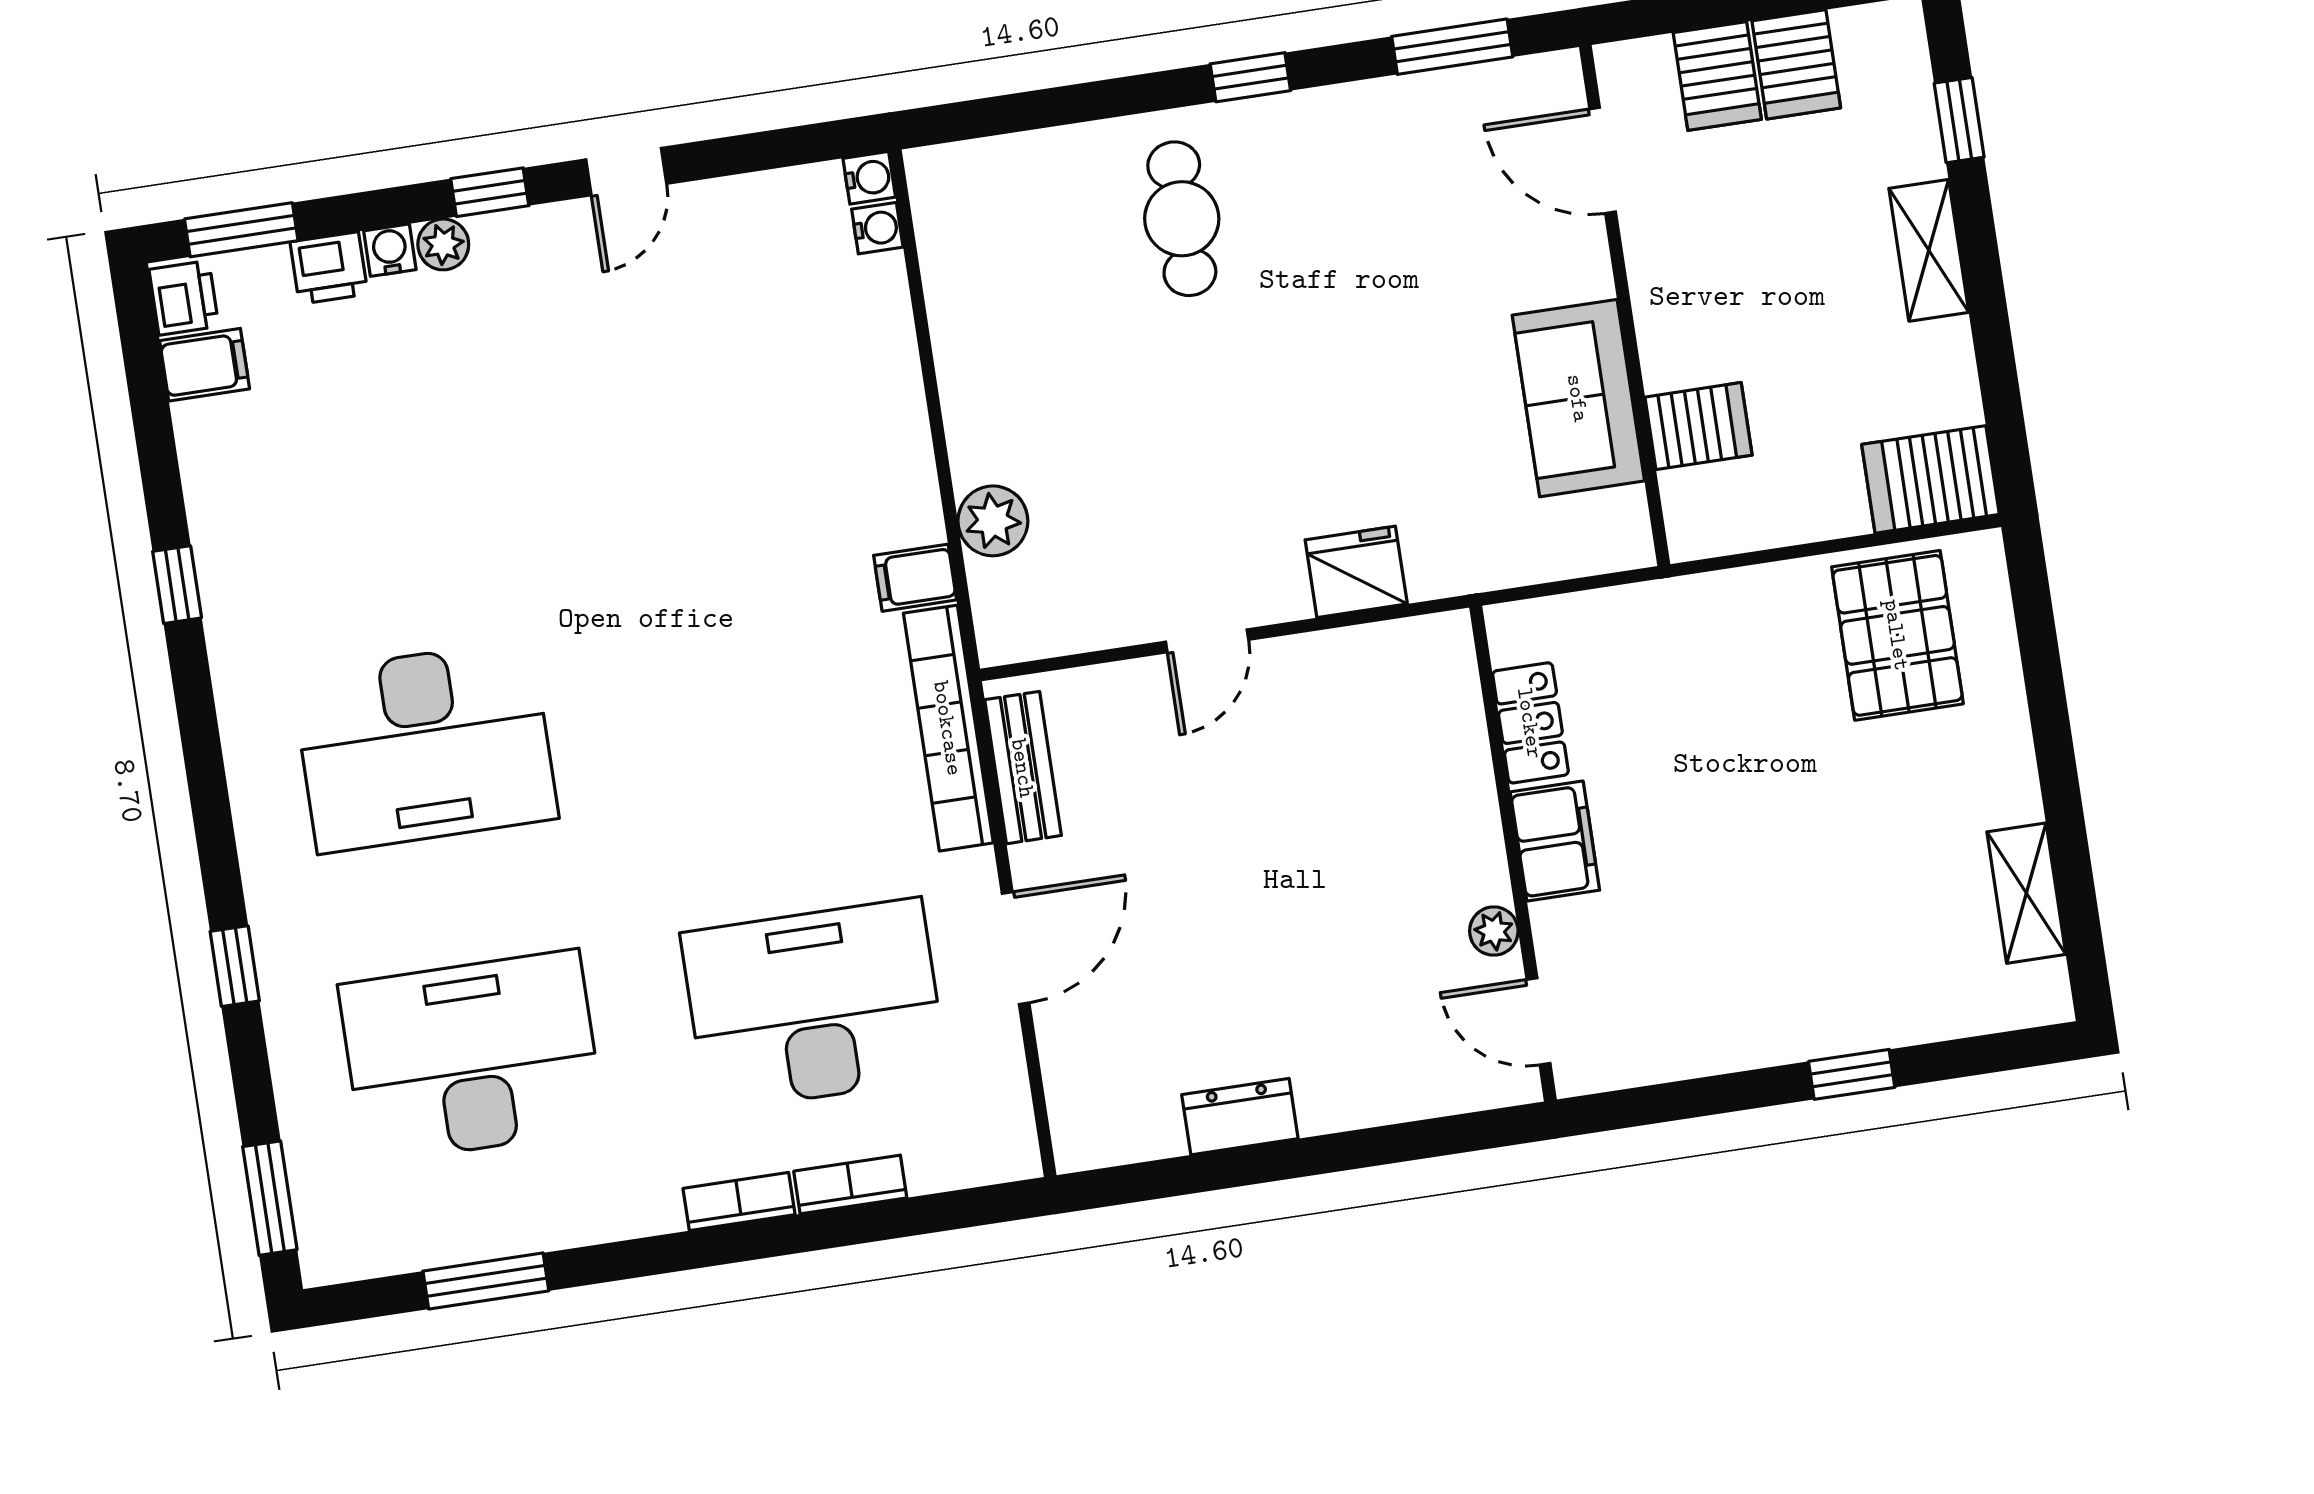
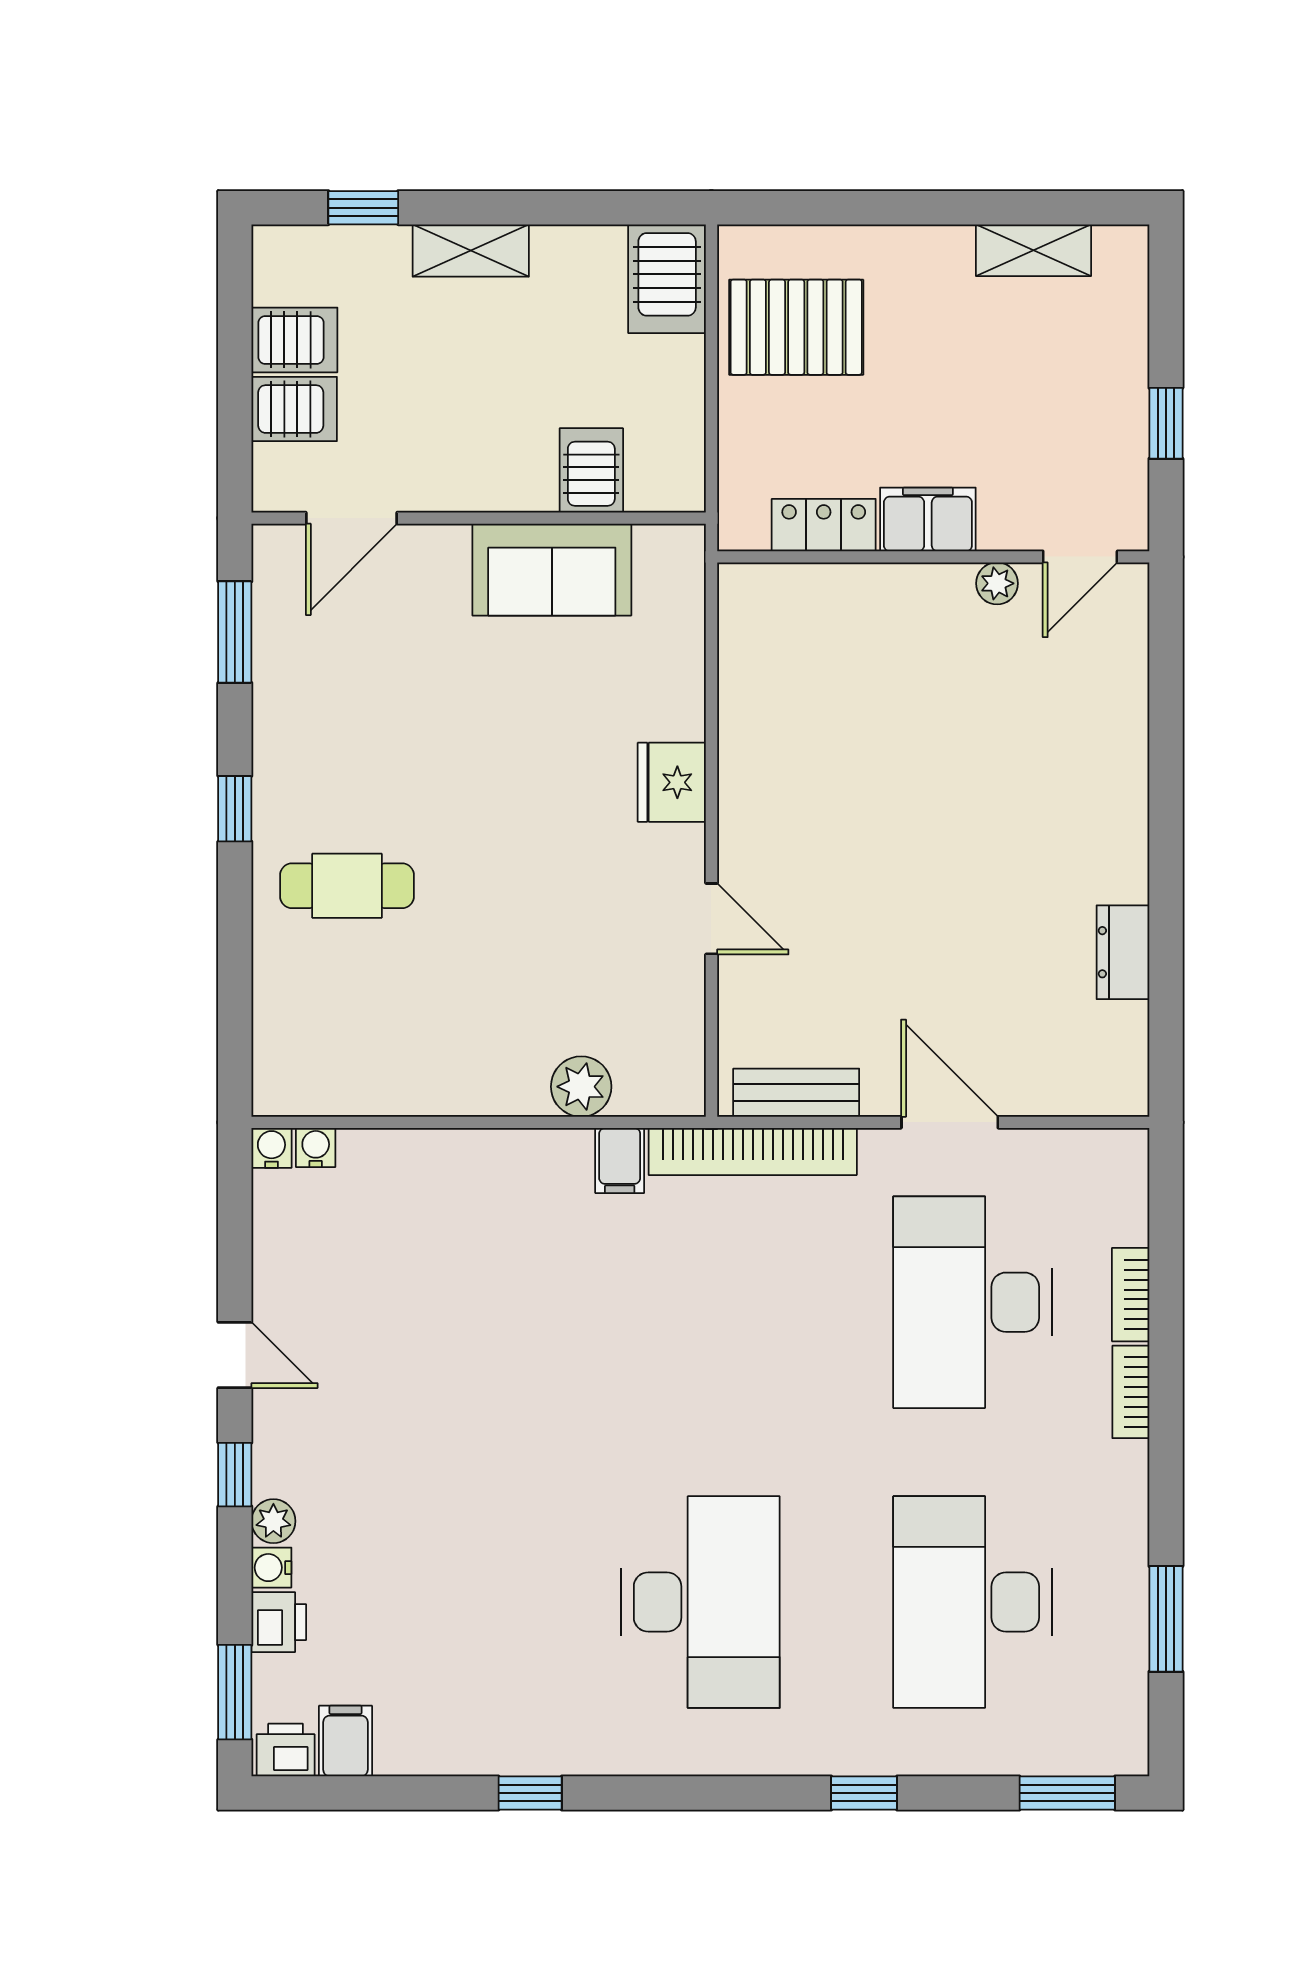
locker: (1530, 723) -> (824, 525), moved
filing cabinet: (1555, 841) -> (928, 519), moved
wall: (1513, 854) -> (933, 557), moved
plant: (1494, 931) -> (997, 583), moved
door: (1538, 1021) -> (1080, 557), moved

